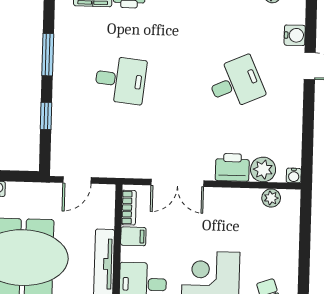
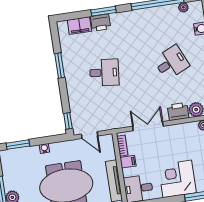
window: (46, 116) -> (68, 121), moved
door: (77, 180) -> (90, 135), hinge flipped
double door: (177, 183) -> (148, 126), swing flipped

